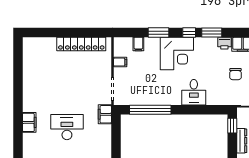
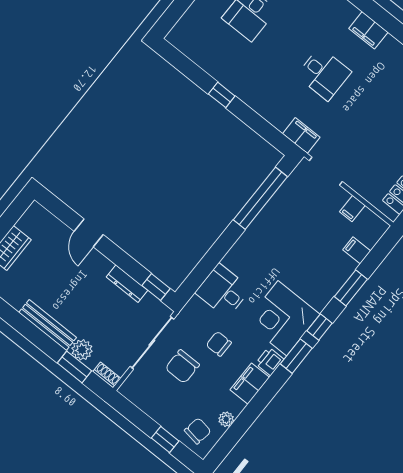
corner desk: (177, 54) -> (282, 318), moved
desk: (194, 92) -> (223, 291), moved
desk: (67, 127) -> (324, 74), width x0.73

